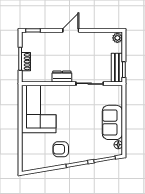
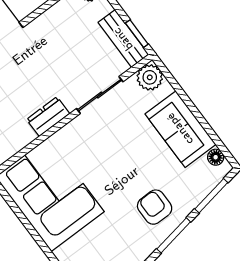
plant: (116, 92) -> (150, 77), added
armchair: (61, 149) -> (155, 207), moved, turned 90

